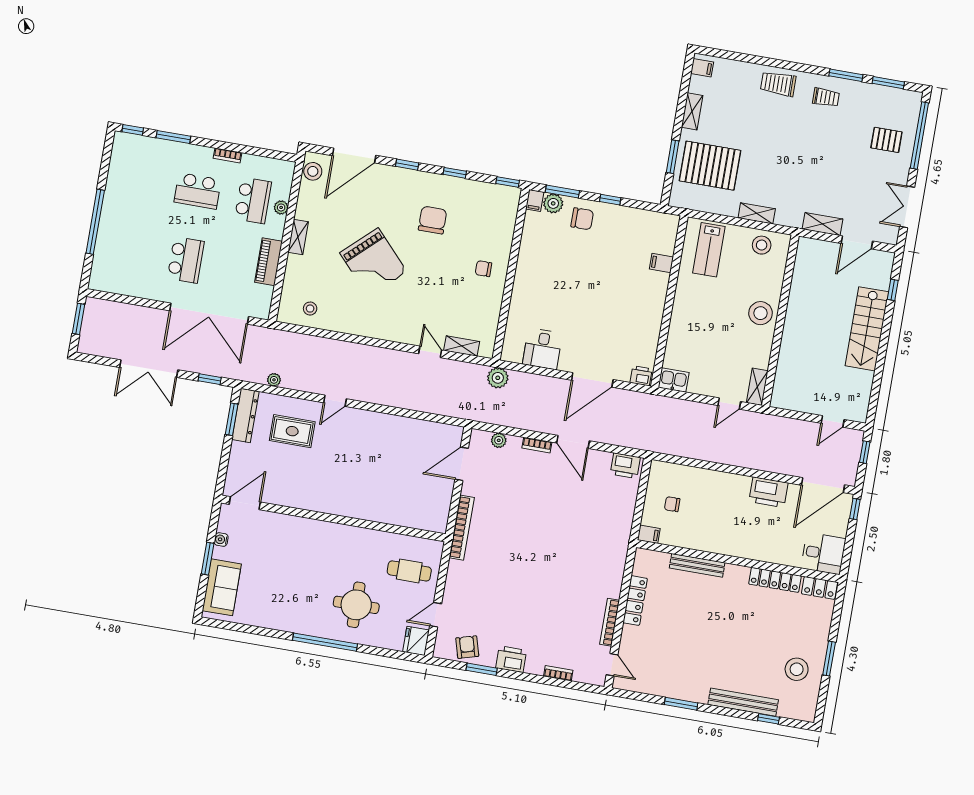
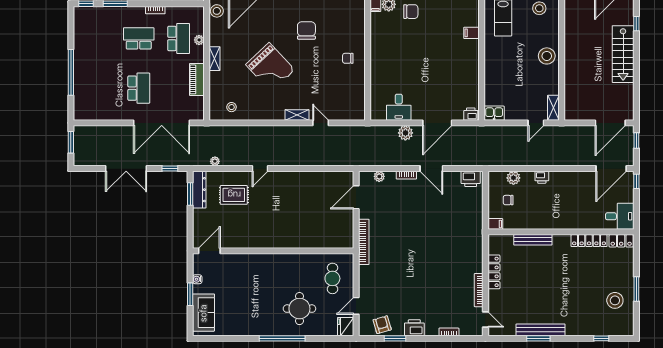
school desk: (198, 191) -> (139, 38), turned 180
shelving: (462, 346) -> (297, 115), moved
plant: (498, 378) -> (405, 133), moved
door: (833, 421) -> (610, 123), width x1.88
plant: (685, 475) -> (513, 178), added
printer: (768, 492) -> (542, 177), moved, width x0.53, depth x0.68
cafe table: (409, 571) -> (332, 278), turned 90
bench: (743, 702) -> (541, 330), moved

